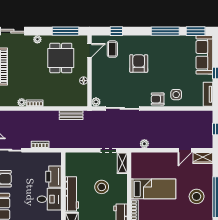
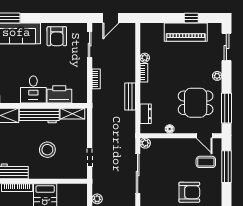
window: (116, 31) -> (226, 167), width x2.17
dresser: (70, 102) -> (146, 114), added
bench: (71, 115) -> (130, 97), moved
shelving: (122, 163) -> (72, 114), moved

